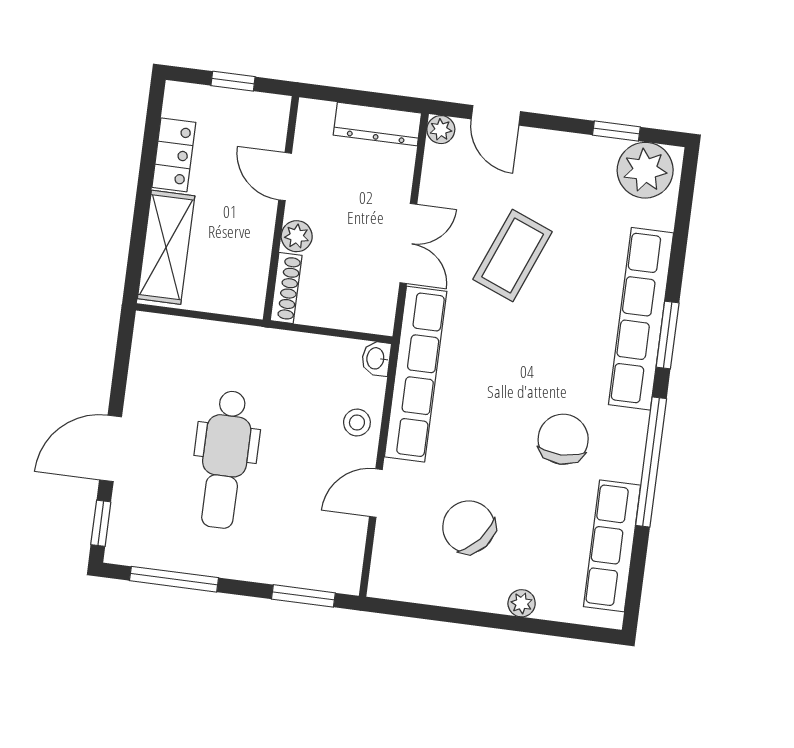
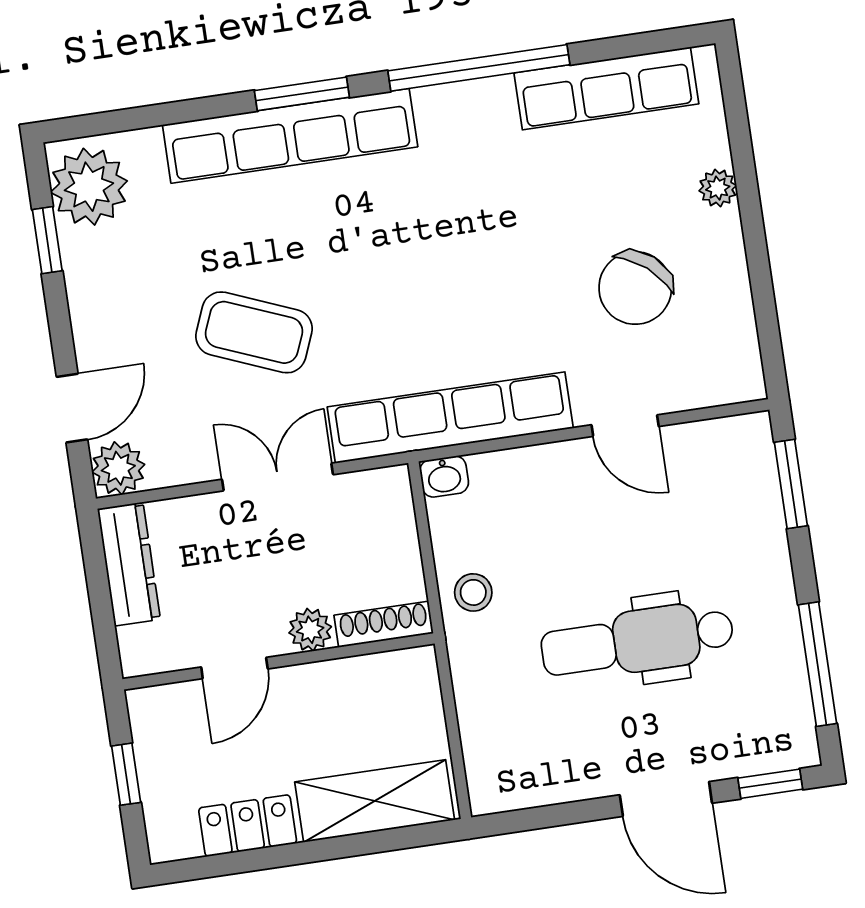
plant: (441, 130) -> (118, 468), width x1.38, depth x1.38
stool: (357, 423) -> (473, 592), moved
chair: (563, 439) -> (482, 195), removed
dental chair: (225, 459) -> (637, 641), turned 180

